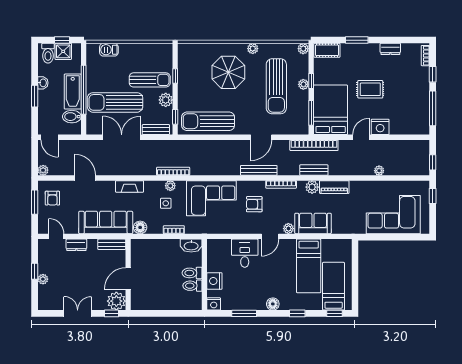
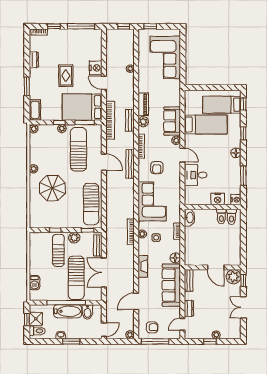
sun lounger: (276, 86) -> (78, 149), moved, turned -90
window: (35, 202) -> (155, 341), width x1.44
toilet: (192, 273) -> (231, 217), moved

